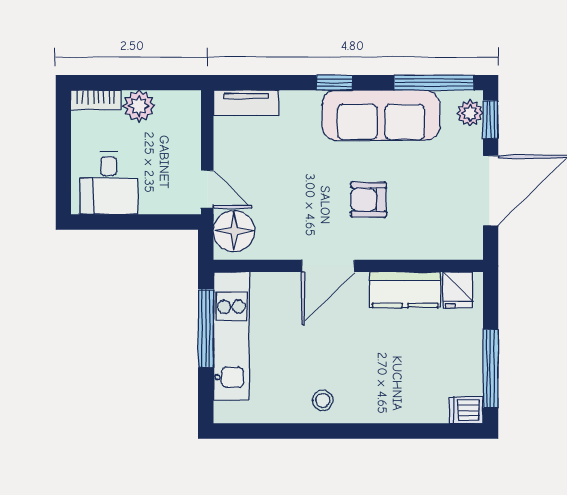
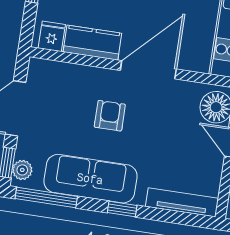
tv unit: (246, 103) -> (182, 202), width x1.41
armchair: (368, 200) -> (110, 116), turned -90
door: (328, 266) -> (148, 70), width x1.36

